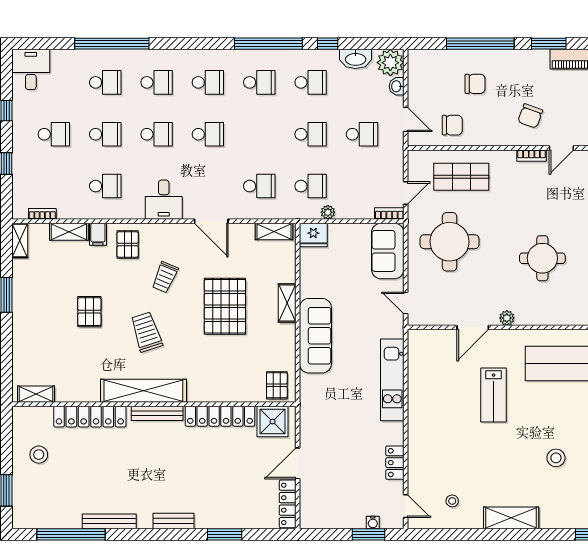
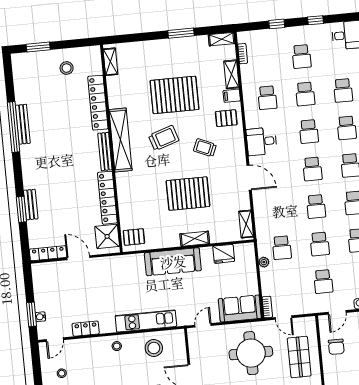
school desk: (259, 186) -> (316, 207), moved
door: (211, 221) -> (249, 178), swing flipped
fridge: (313, 235) -> (224, 254), moved, turned -90
pallet: (89, 312) -> (174, 95), width x2.05, depth x2.00
stool: (430, 373) -> (154, 348), added
stool: (423, 423) -> (117, 346), added
bench: (173, 521) -> (31, 205), moved
window: (71, 534) -> (13, 127), moved

